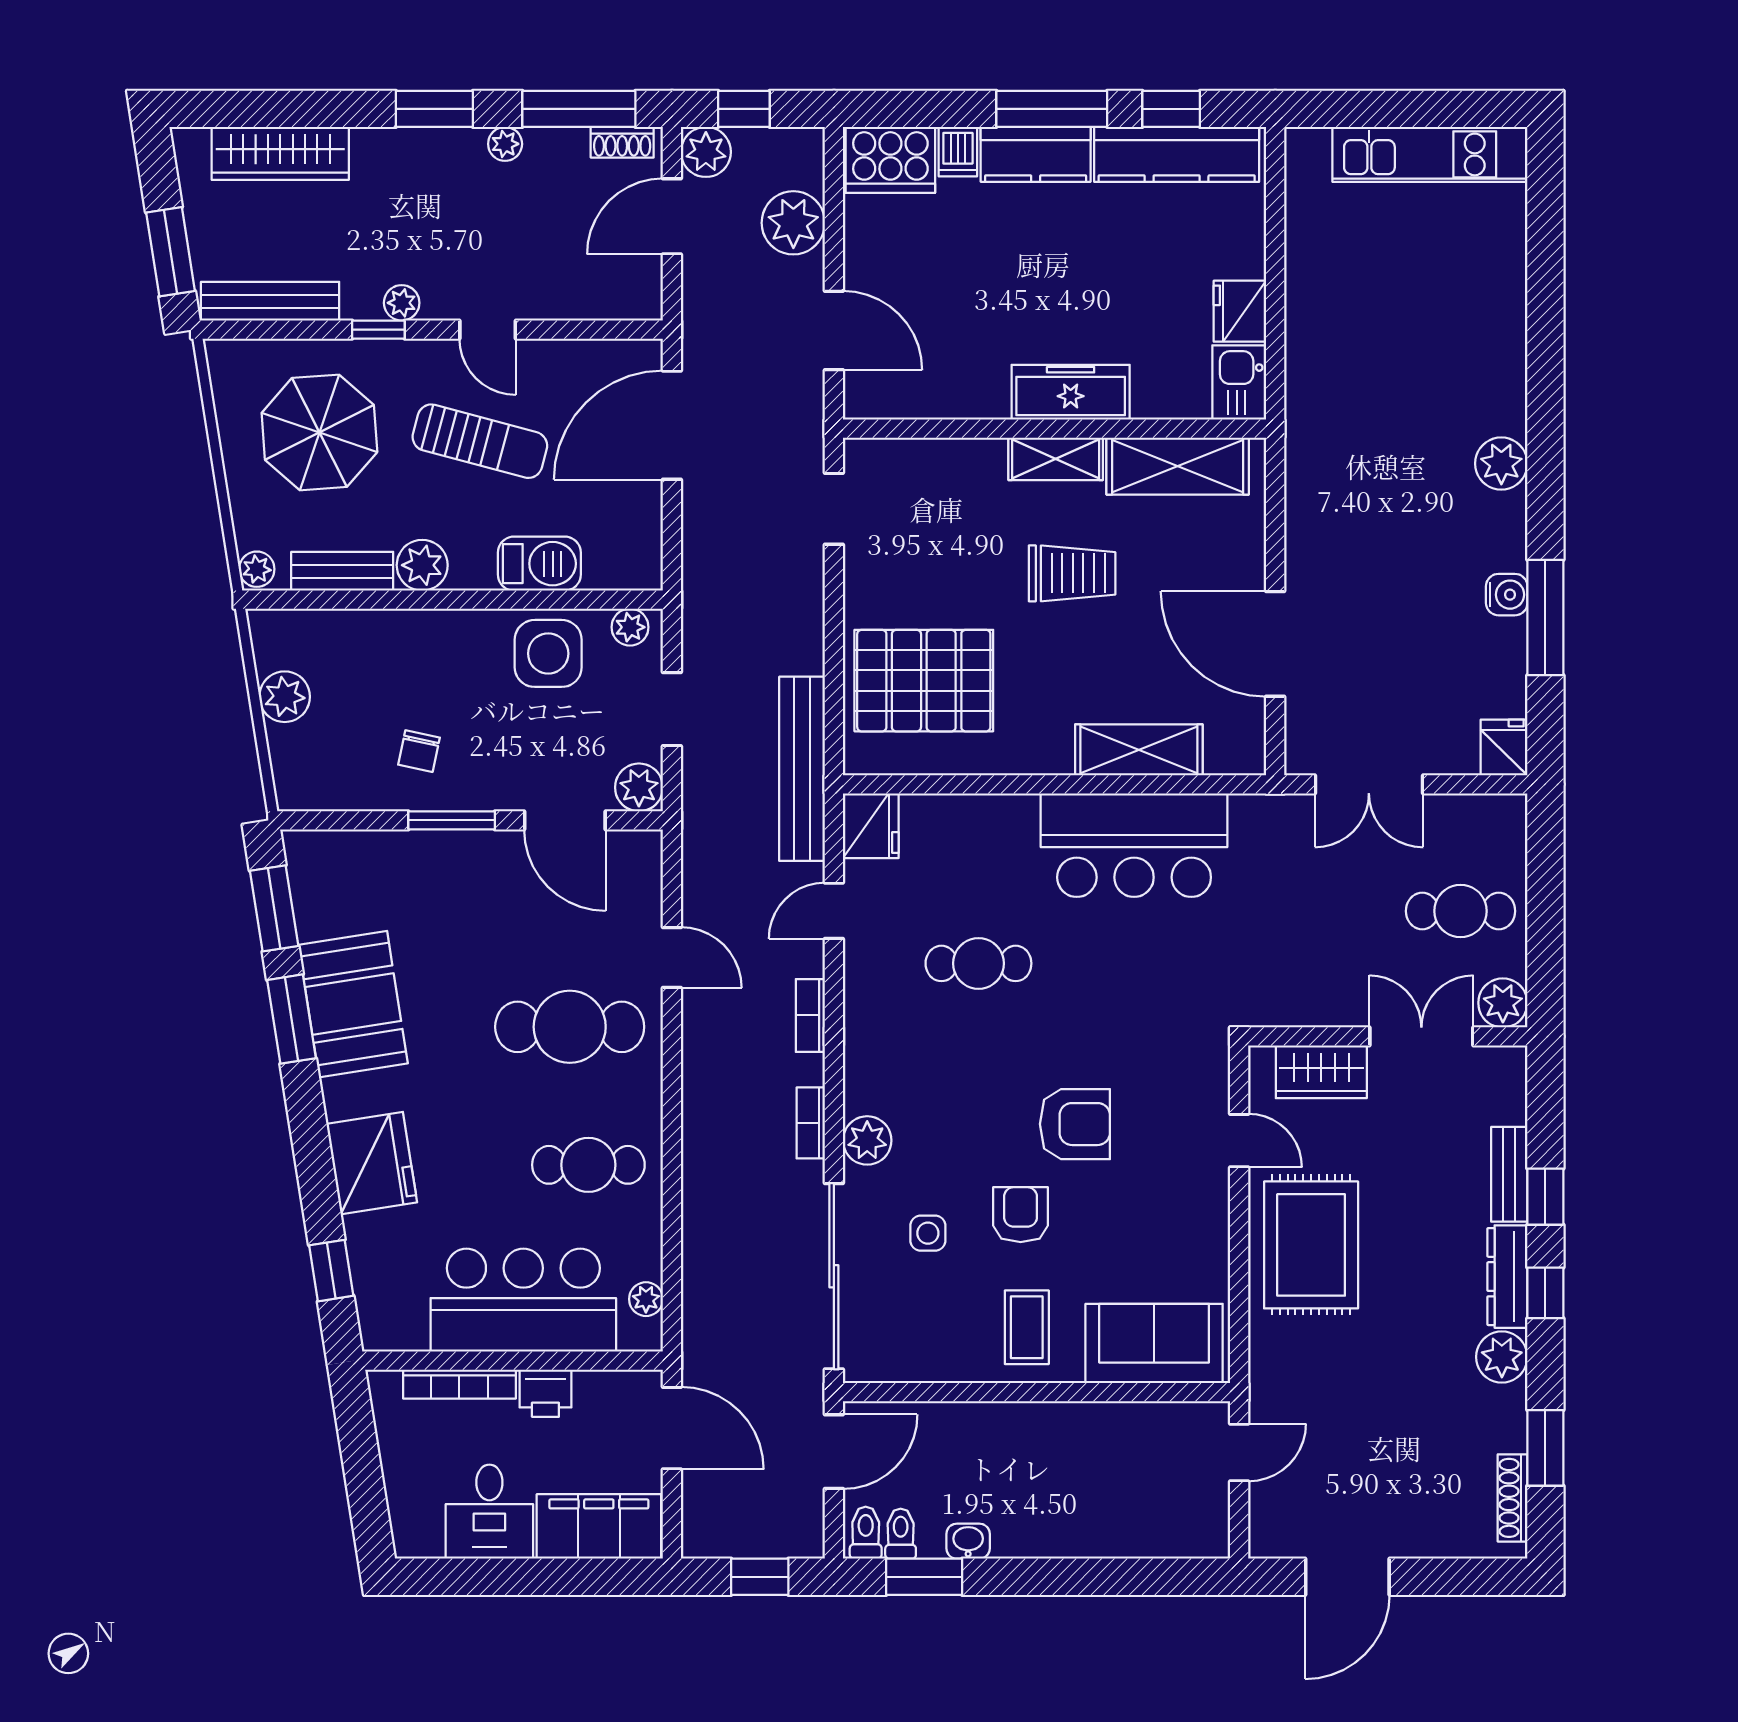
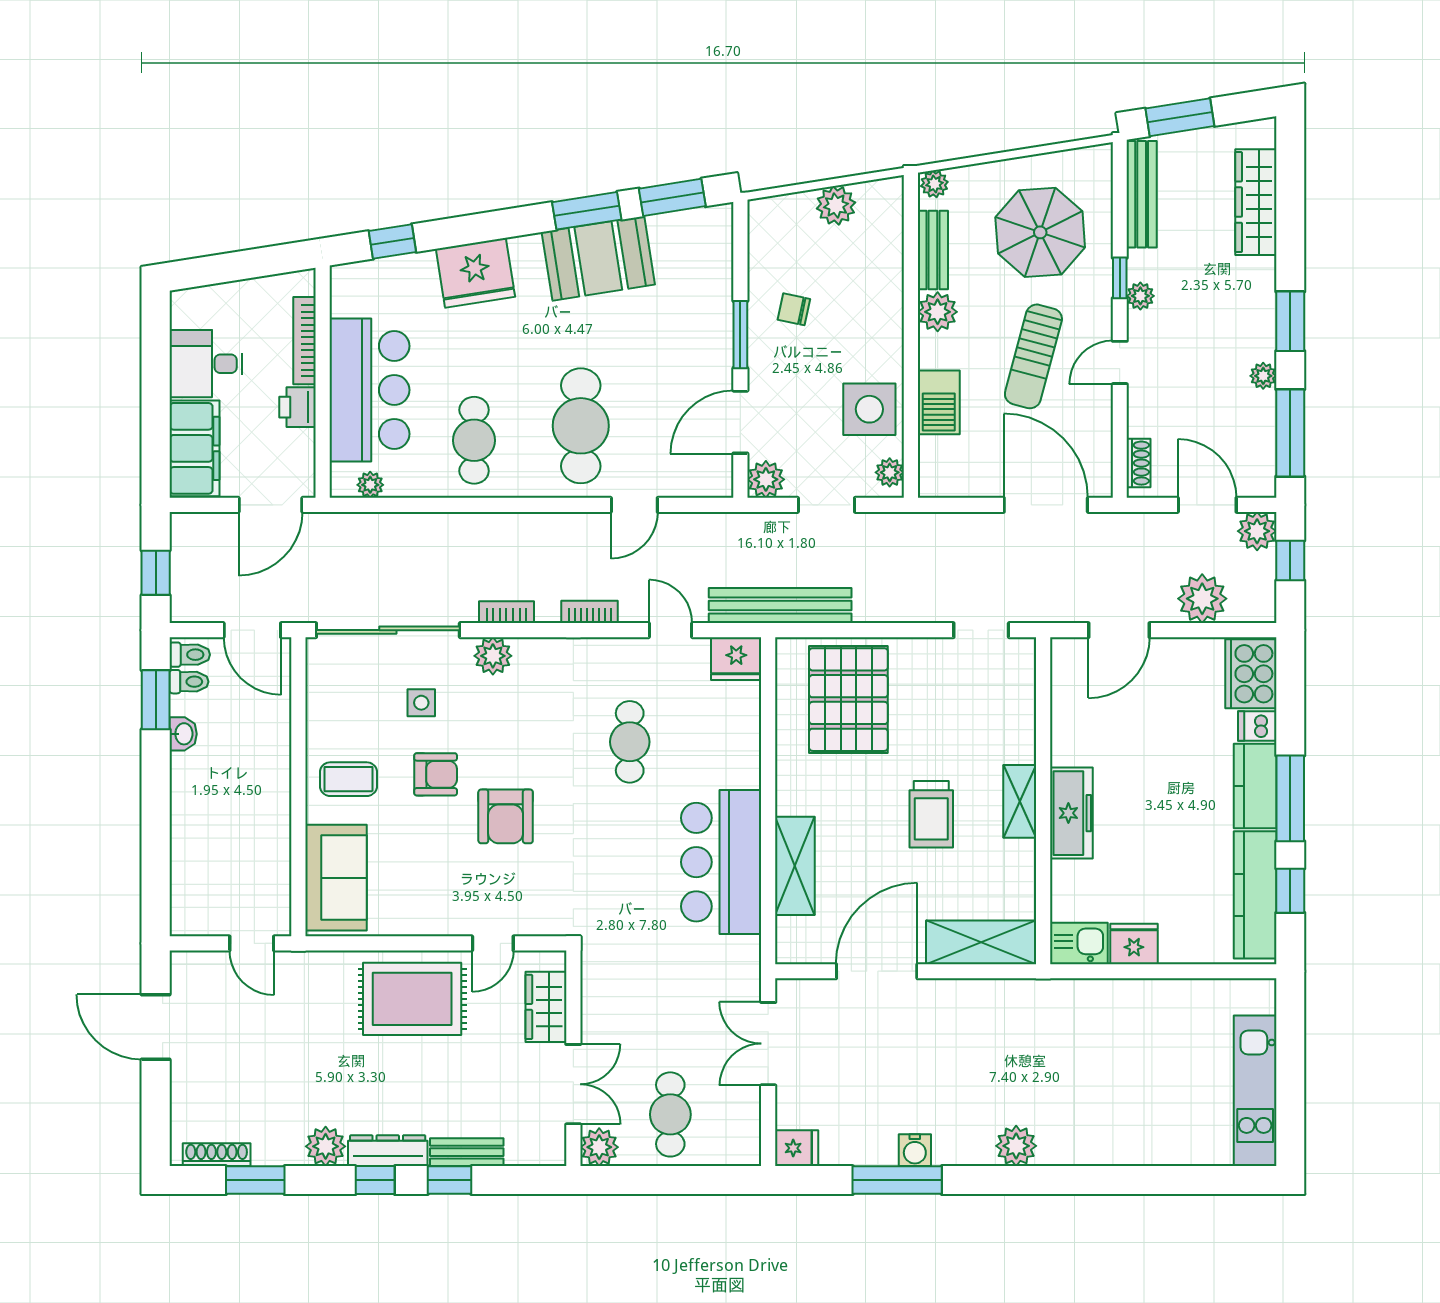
shoe rack: (622, 142) -> (1139, 463), moved, turned 180
shelving: (1178, 466) -> (981, 942), moved, turned 90

